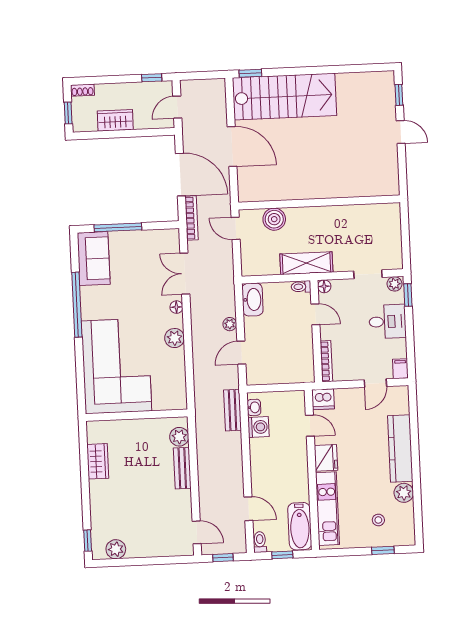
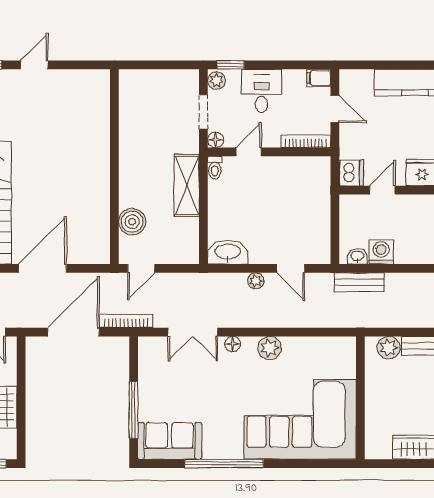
floor lamp: (324, 286) -> (216, 140), moved
toilet: (301, 287) -> (215, 168), moved
door: (315, 314) -> (249, 152), moved
wall: (316, 331) -> (269, 152), moved
bookcase: (326, 361) -> (306, 141), moved

